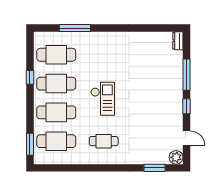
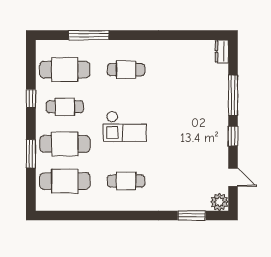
cafe table: (104, 55) -> (126, 70), added
cafe table: (56, 84) -> (65, 107), width x0.73, depth x0.74
checkout: (103, 99) -> (125, 126), turned 90
window: (30, 144) -> (31, 154), moved

